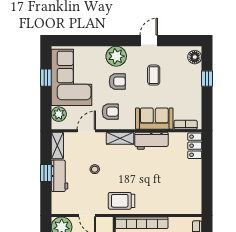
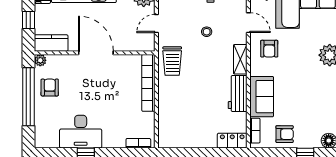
coffee table: (154, 75) -> (309, 96), removed
armchair: (117, 82) -> (285, 134), moved, turned -90
trolley: (122, 201) -> (172, 61), turned 180

